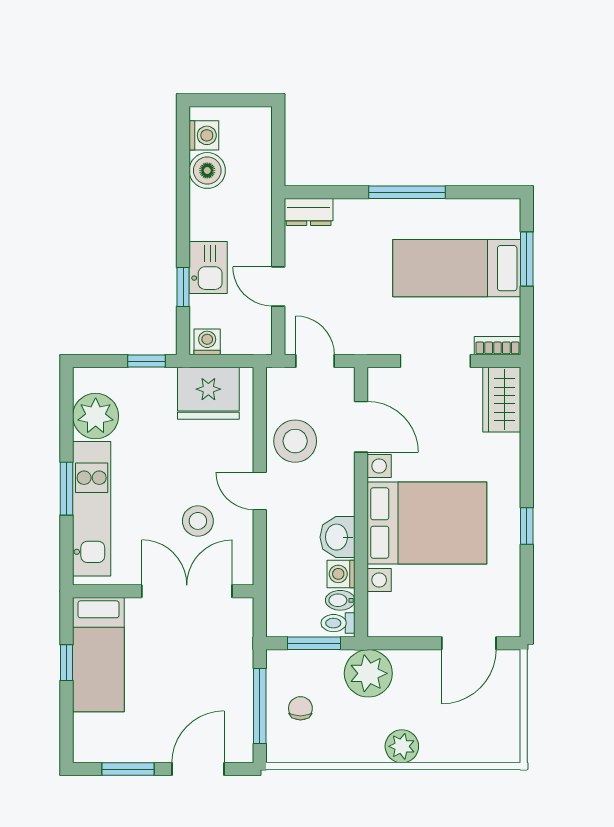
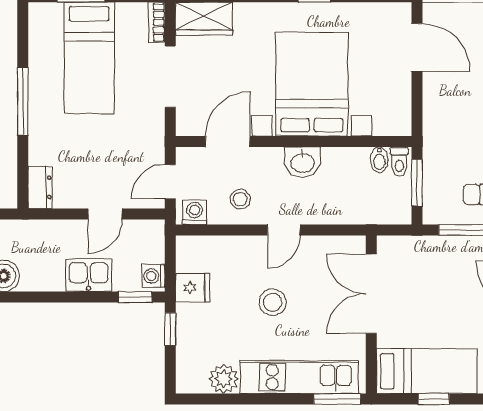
window: (183, 287) -> (135, 297), moved
fridge: (208, 393) -> (193, 288), width x0.53, depth x0.75
plant: (96, 416) -> (224, 379), width x0.73, depth x0.73
stool: (295, 441) -> (240, 199), width x0.53, depth x0.53
window: (67, 489) -> (337, 399), moved
stool: (198, 521) -> (273, 302), moved
washbasin: (338, 537) -> (302, 162), moved
washing machine: (341, 574) -> (194, 213), moved, turned 180
plant: (368, 673) -> (443, 135), removed

